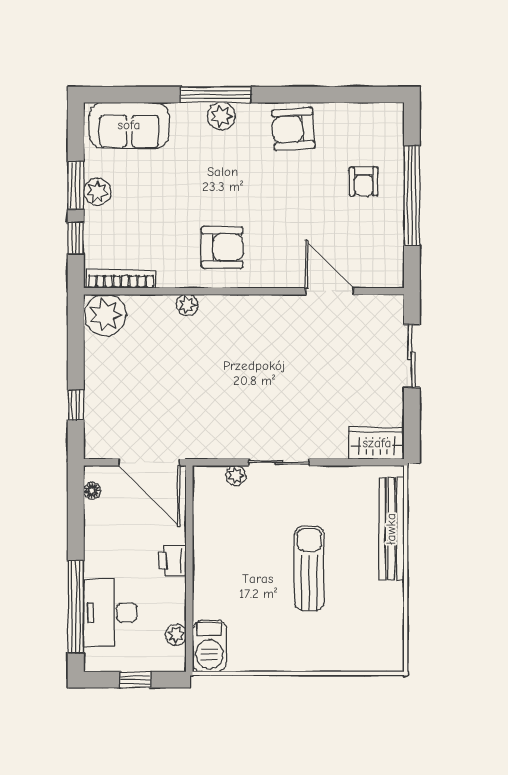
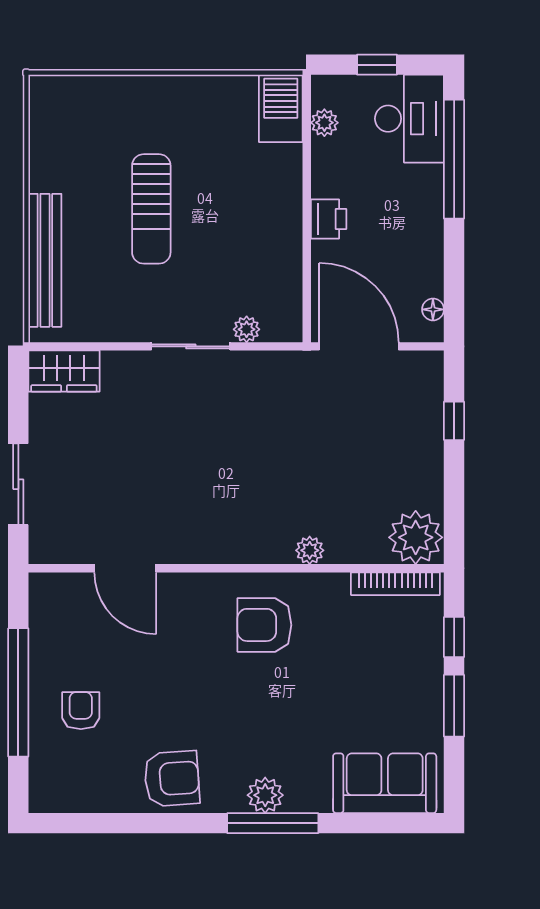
plant: (97, 192) -> (426, 697), removed
desk: (110, 613) -> (409, 119), moved

